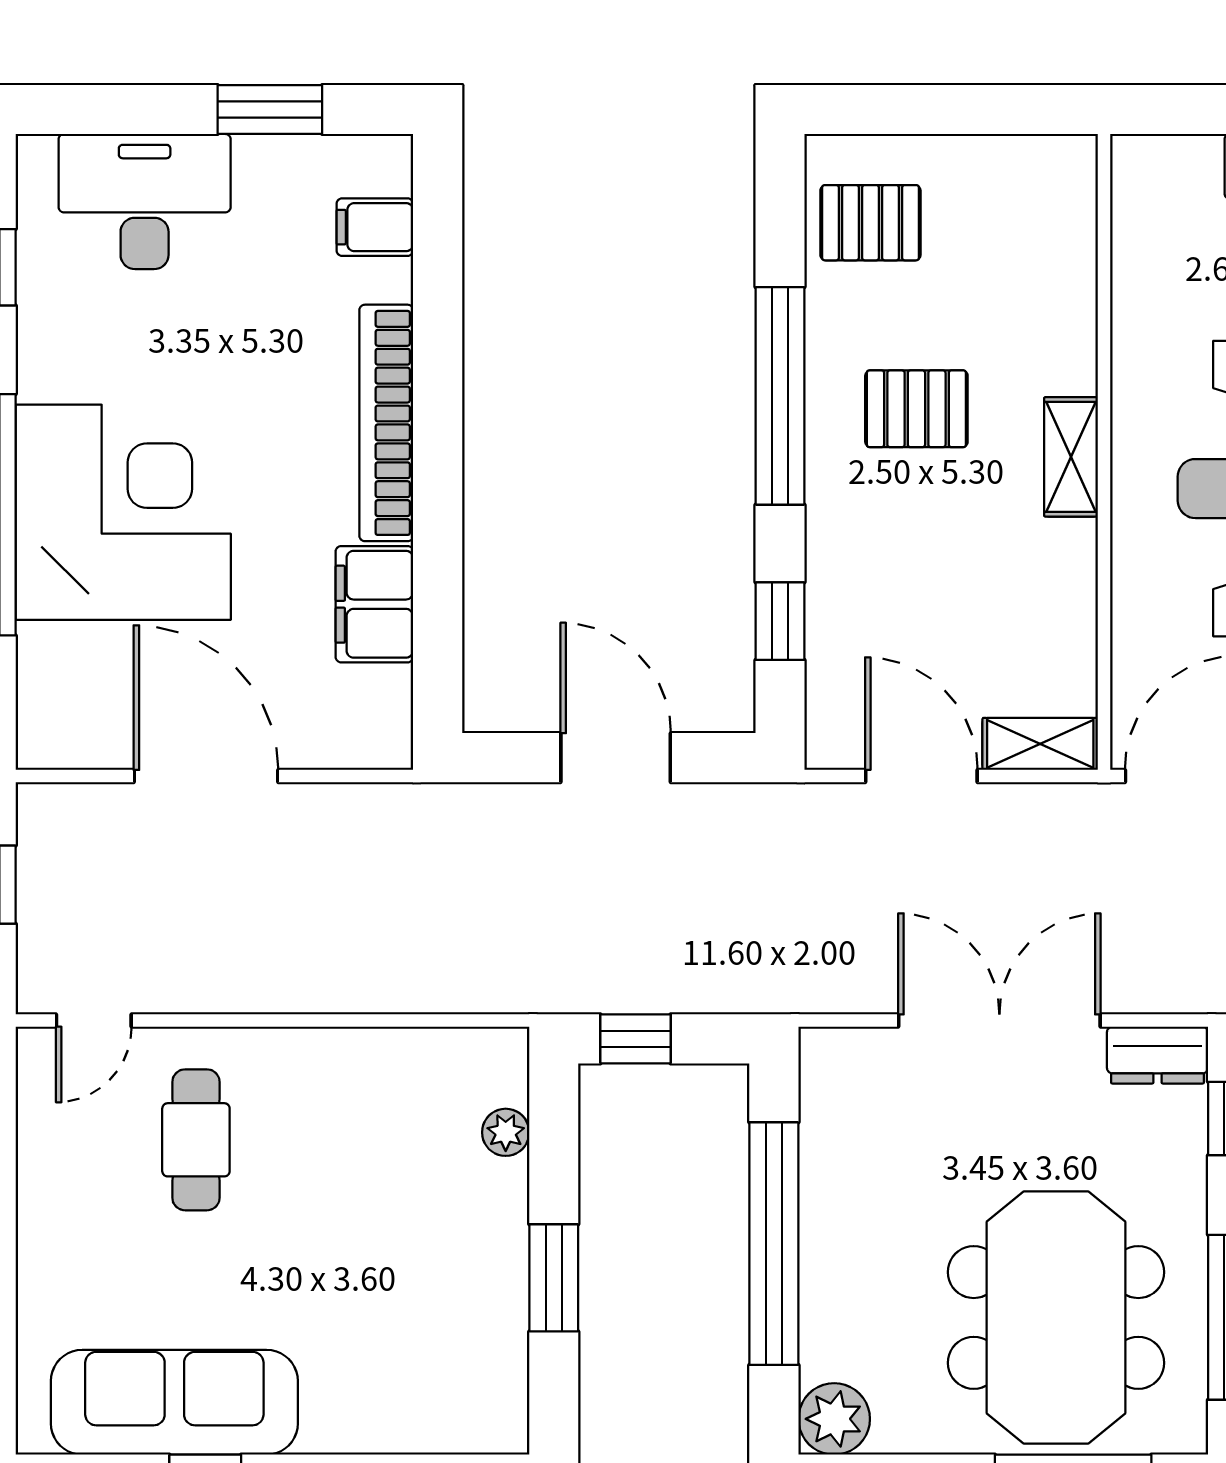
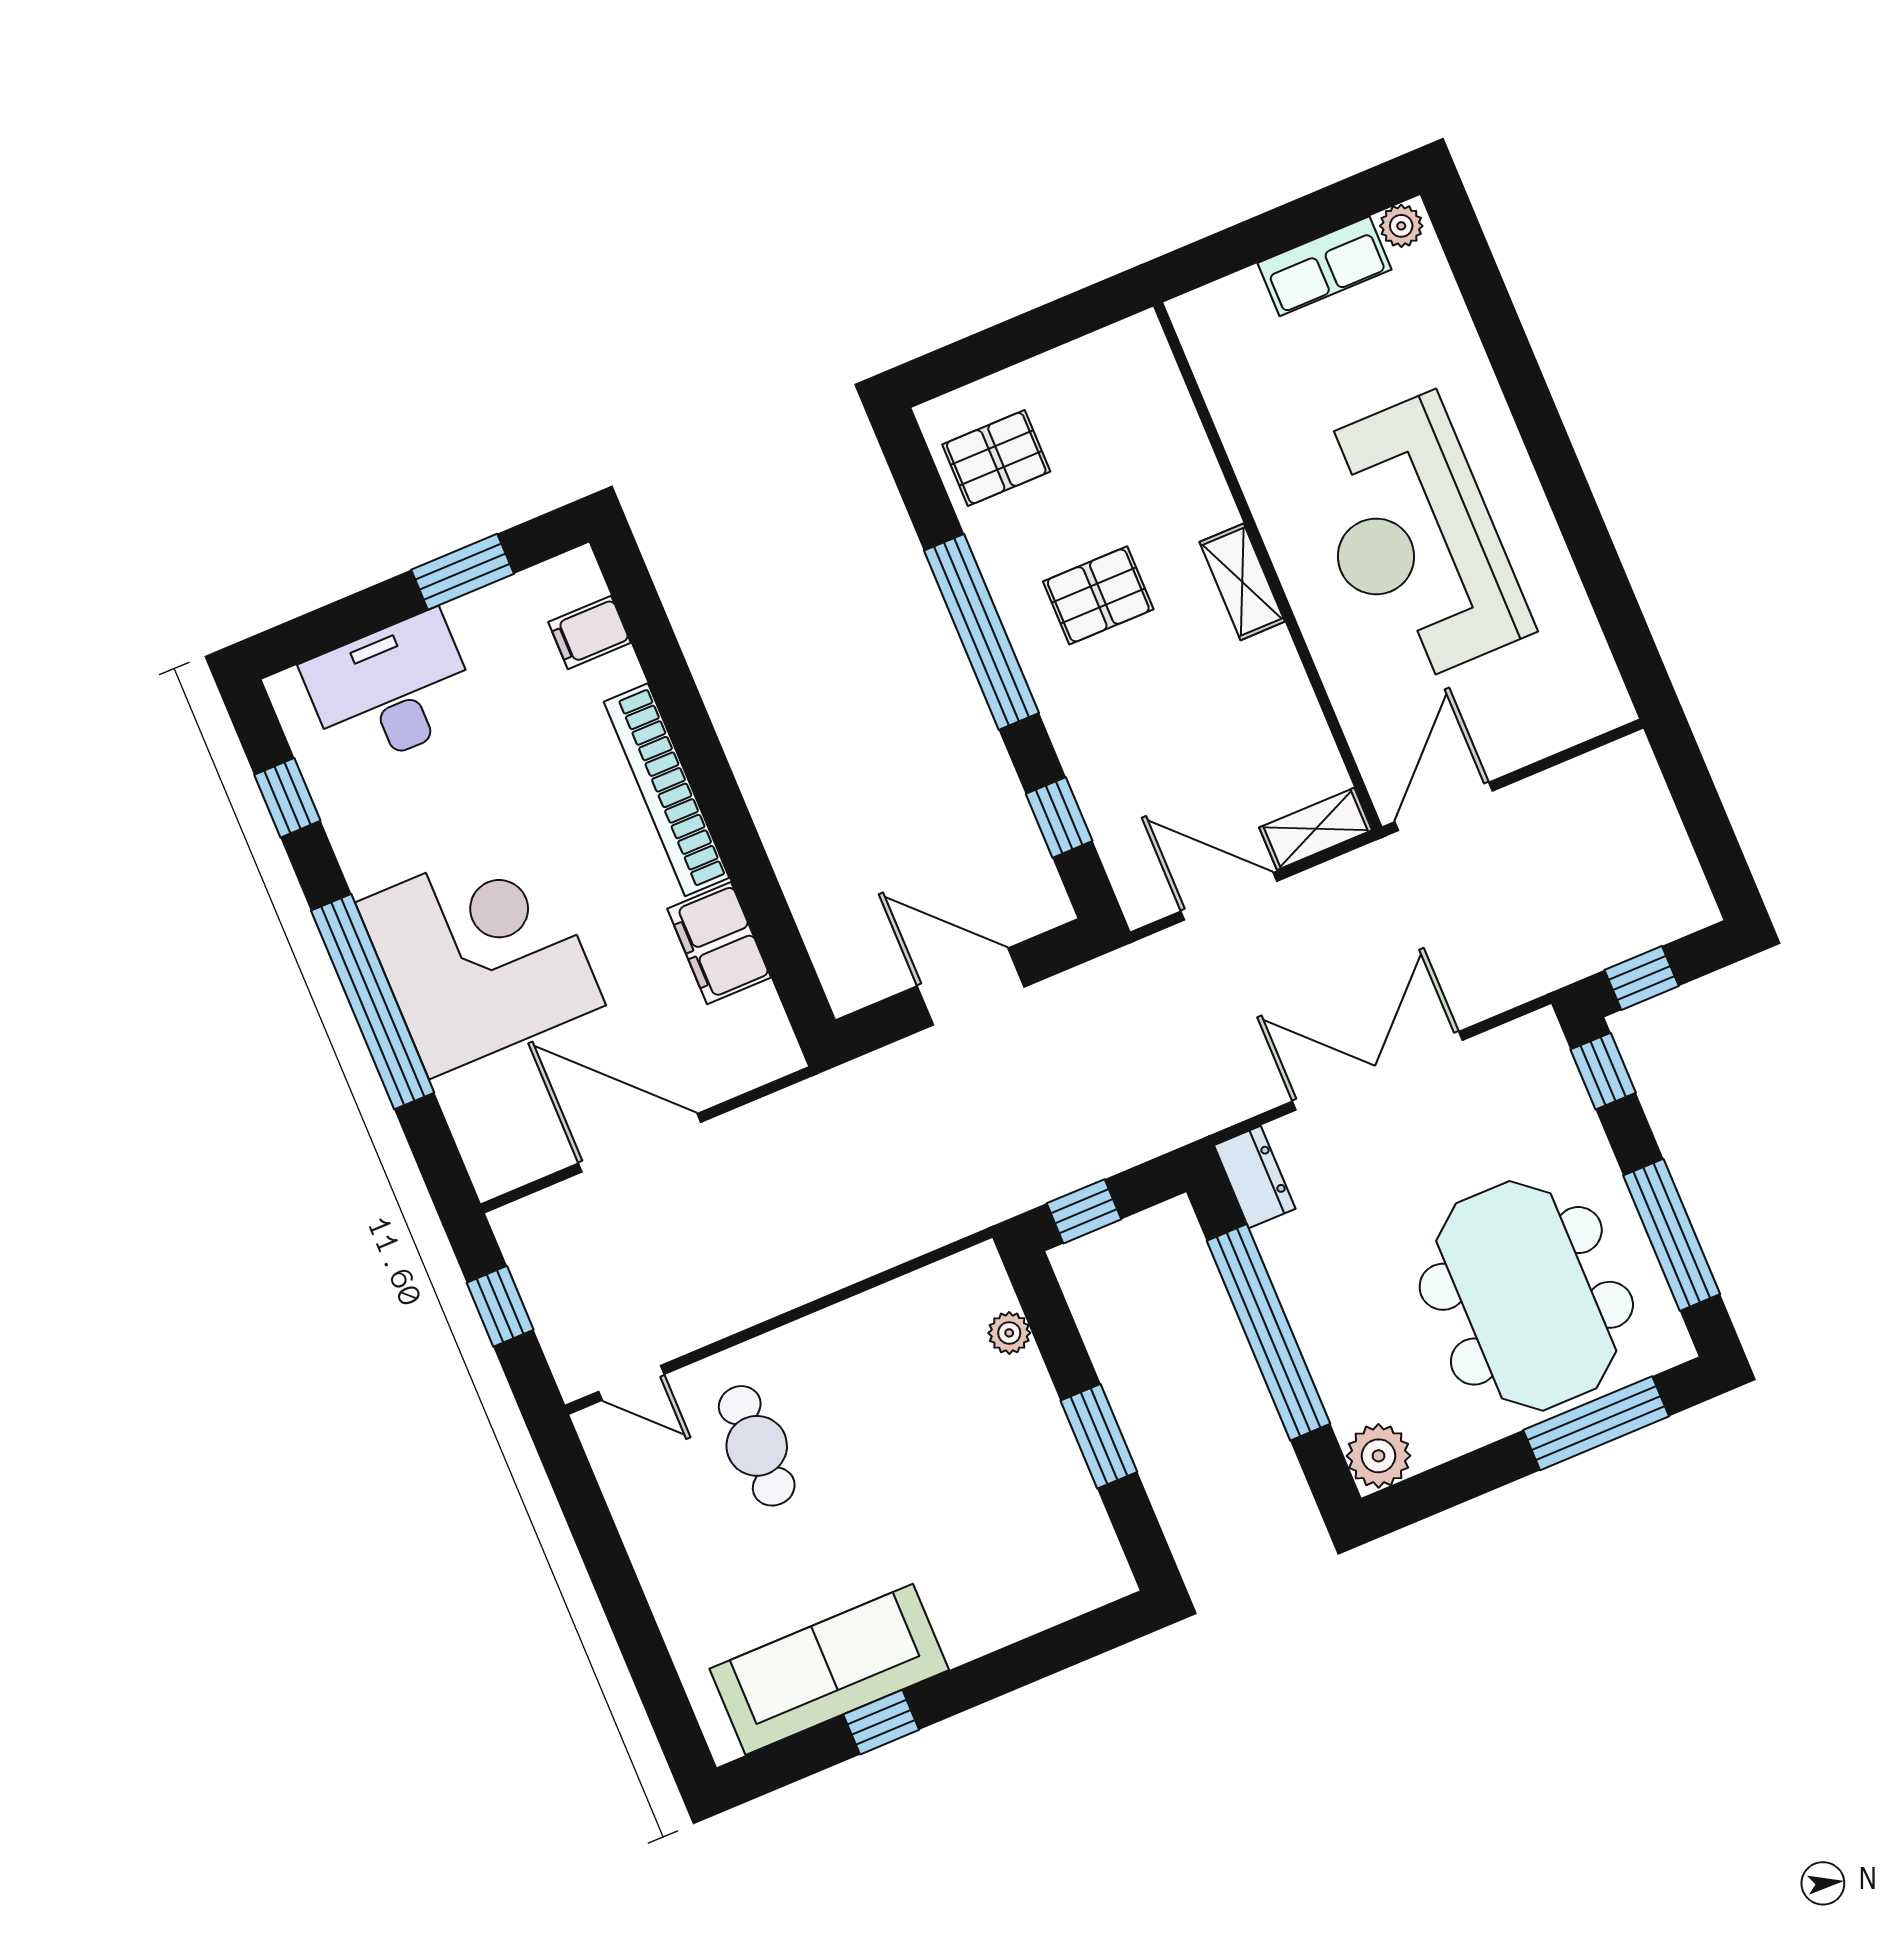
door: (94, 1021) -> (631, 1383), hinge flipped
dresser: (1157, 1055) -> (1255, 1177), moved, turned -90

